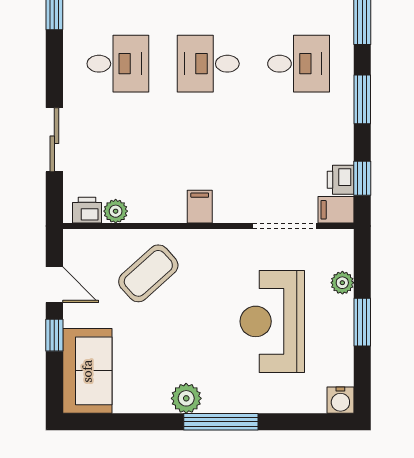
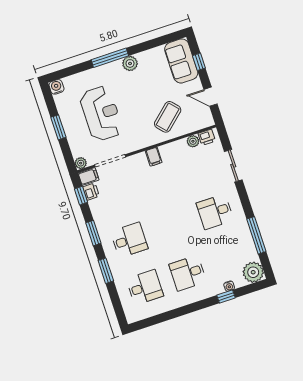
desk: (208, 64) -> (172, 226), removed
desk: (299, 64) -> (129, 240), turned 180
plant: (342, 283) -> (81, 163), moved
window: (54, 335) -> (199, 62), moved

